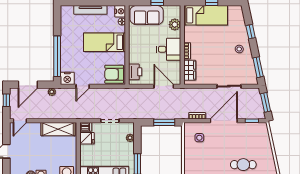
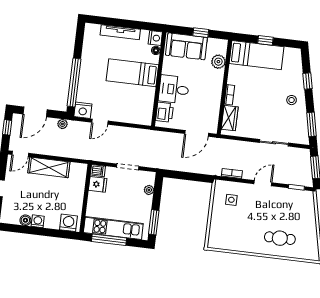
desk: (169, 49) -> (174, 89), moved, turned 180
armchair: (114, 74) -> (139, 112), removed
door: (164, 86) -> (197, 133), swing flipped
door: (224, 121) -> (263, 183), width x0.53
window: (164, 122) -> (192, 177), removed
shelving: (58, 129) -> (49, 167), moved

